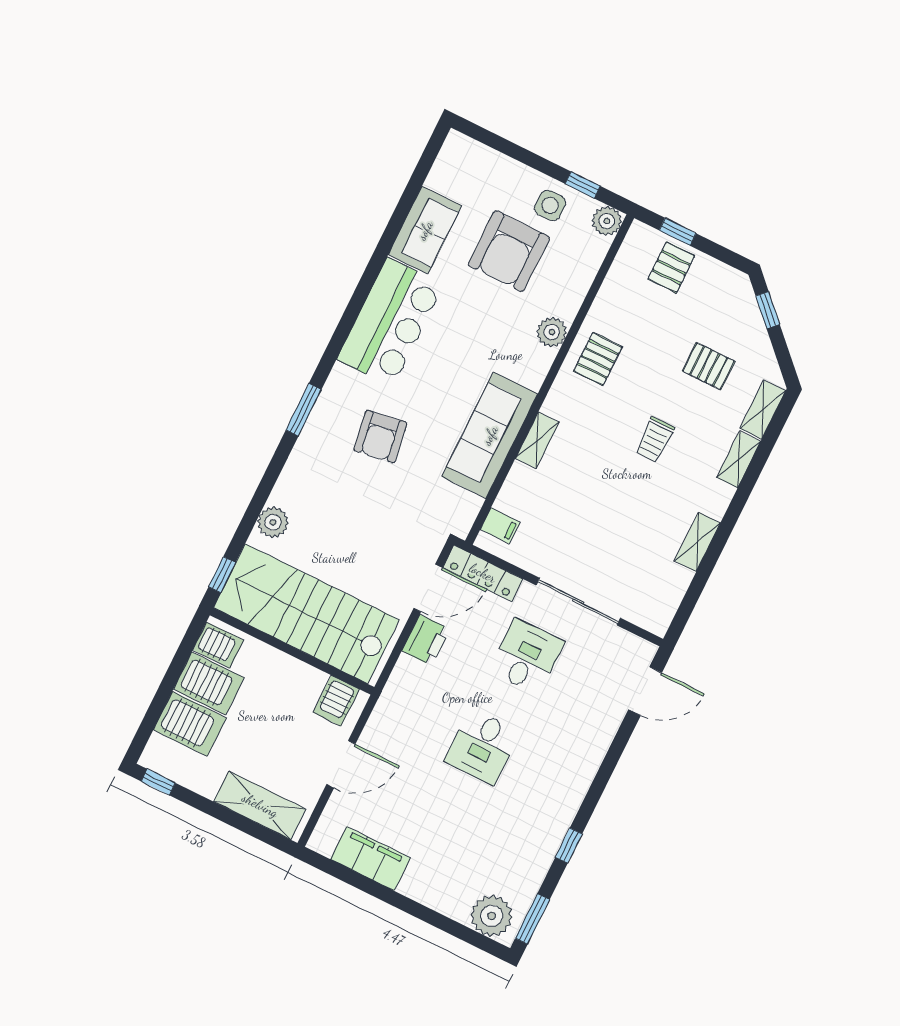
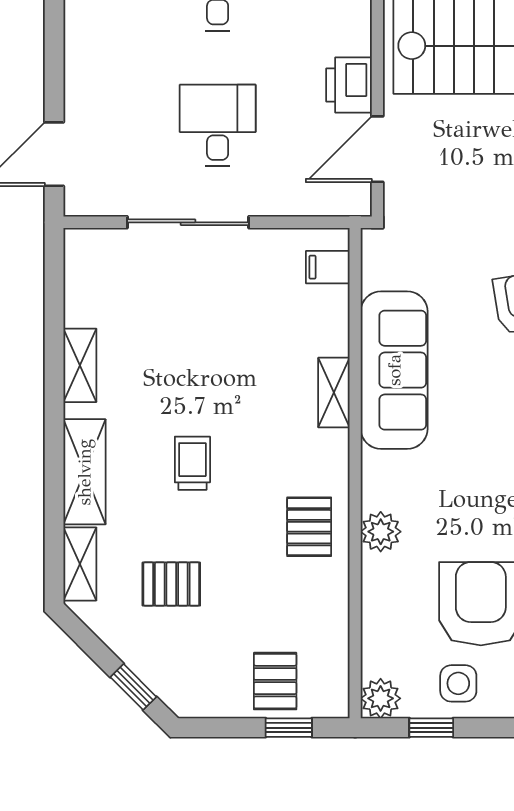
shelving: (739, 460) -> (84, 472), width x1.50, depth x1.33
locker: (483, 573) -> (320, 200), removed
desk: (527, 656) -> (218, 126), turned 180

